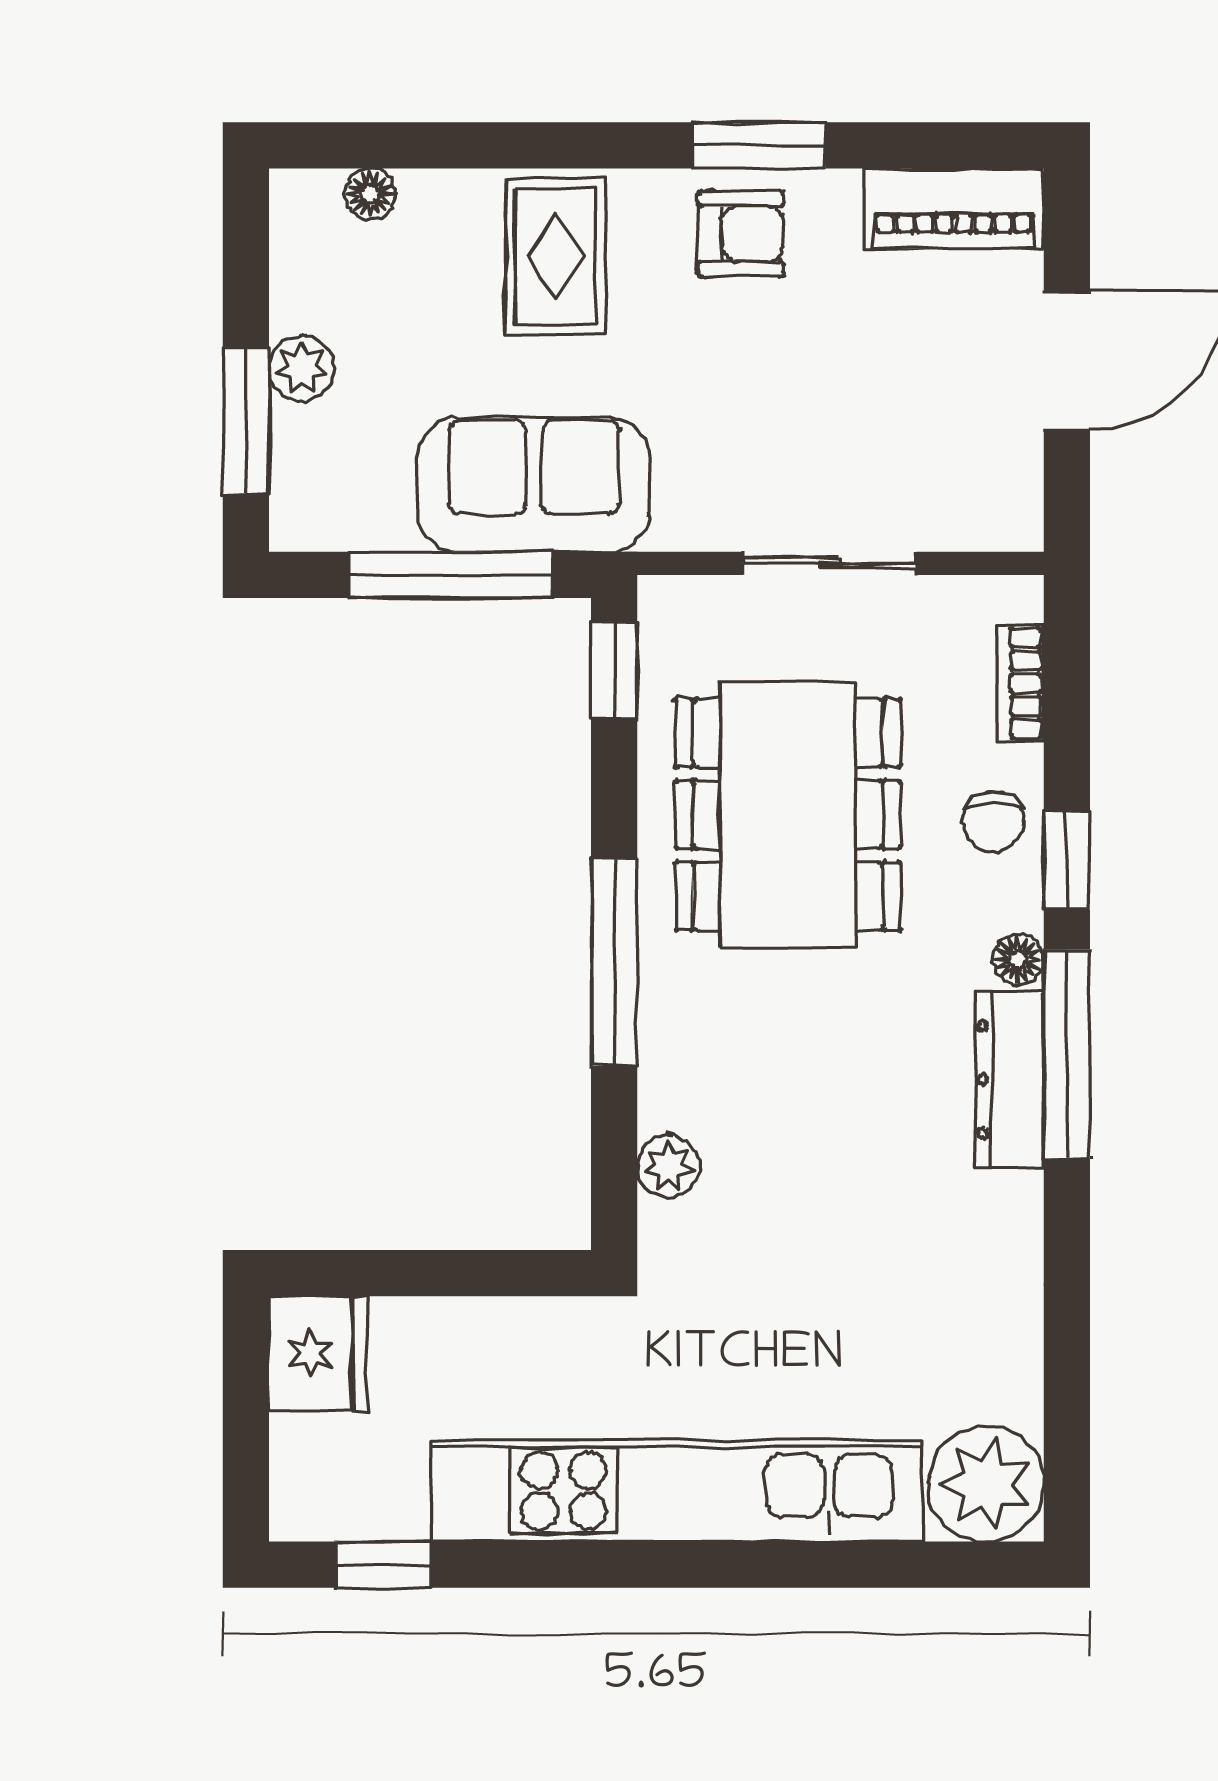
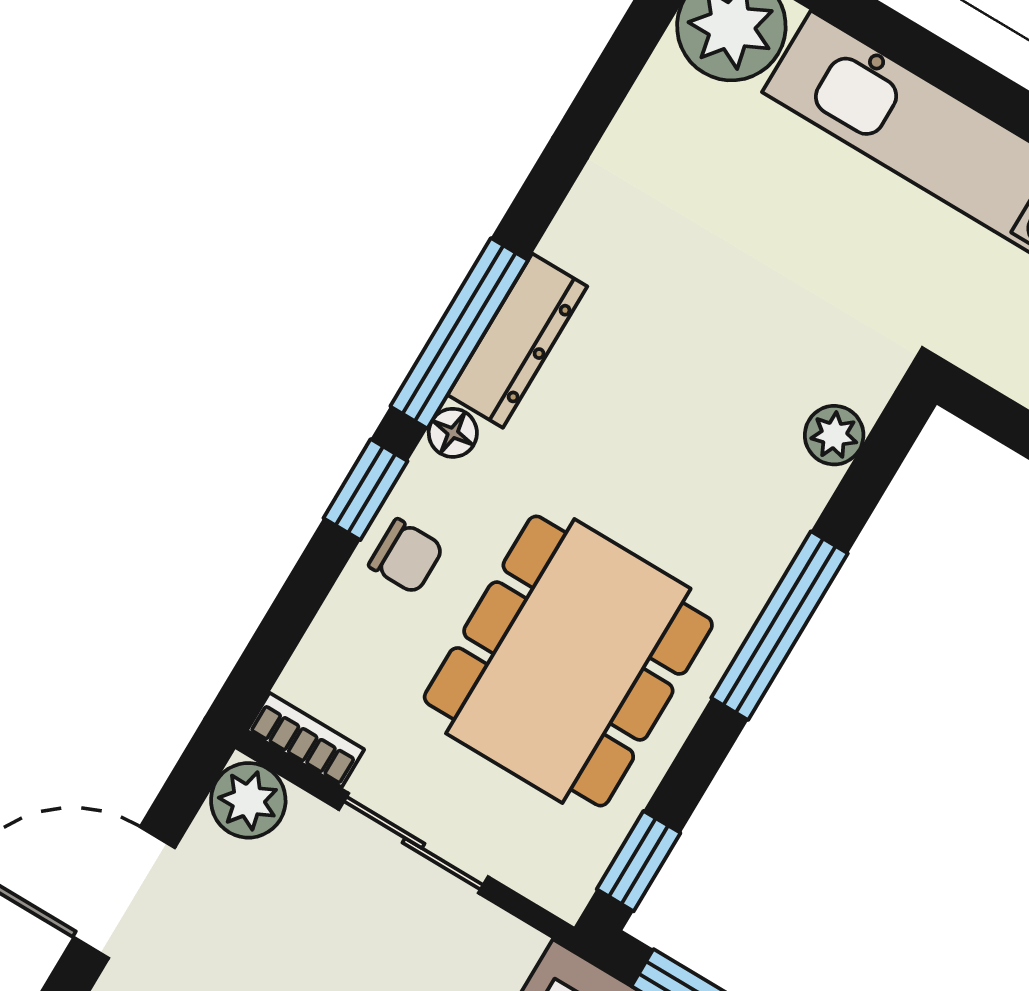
plant: (1004, 512) -> (248, 800), added
bookcase: (1020, 683) -> (305, 740), moved, turned -90
chair: (993, 822) -> (406, 556), turned 90

